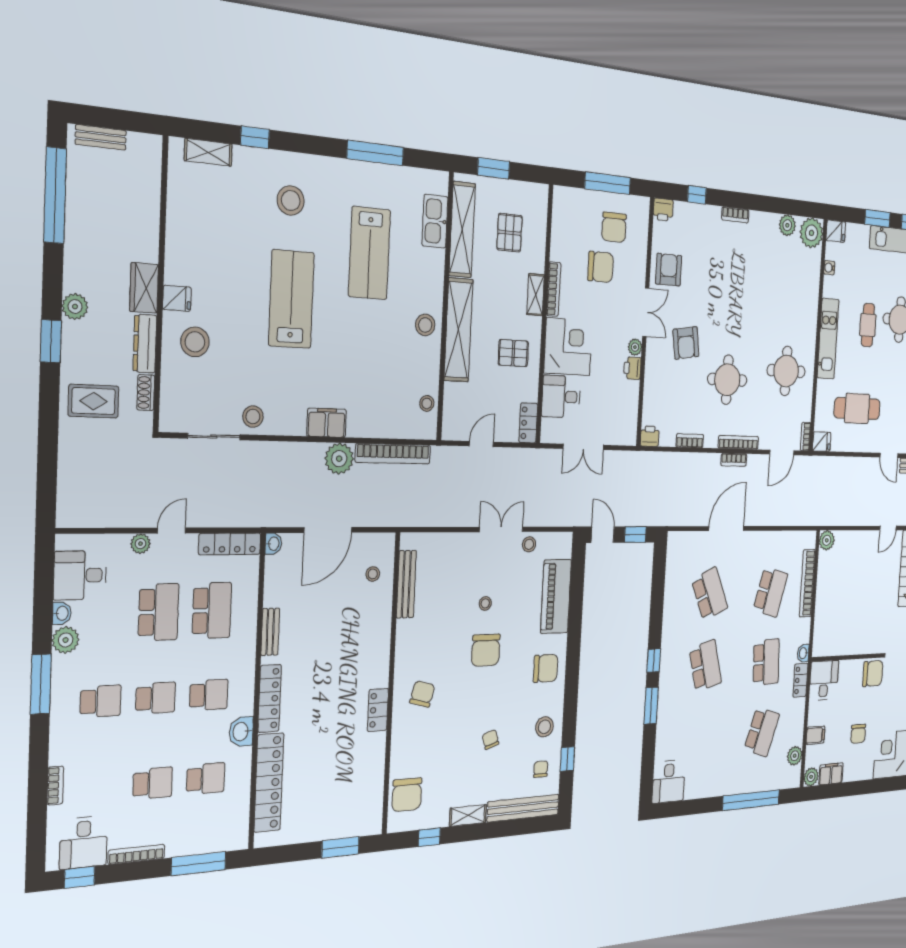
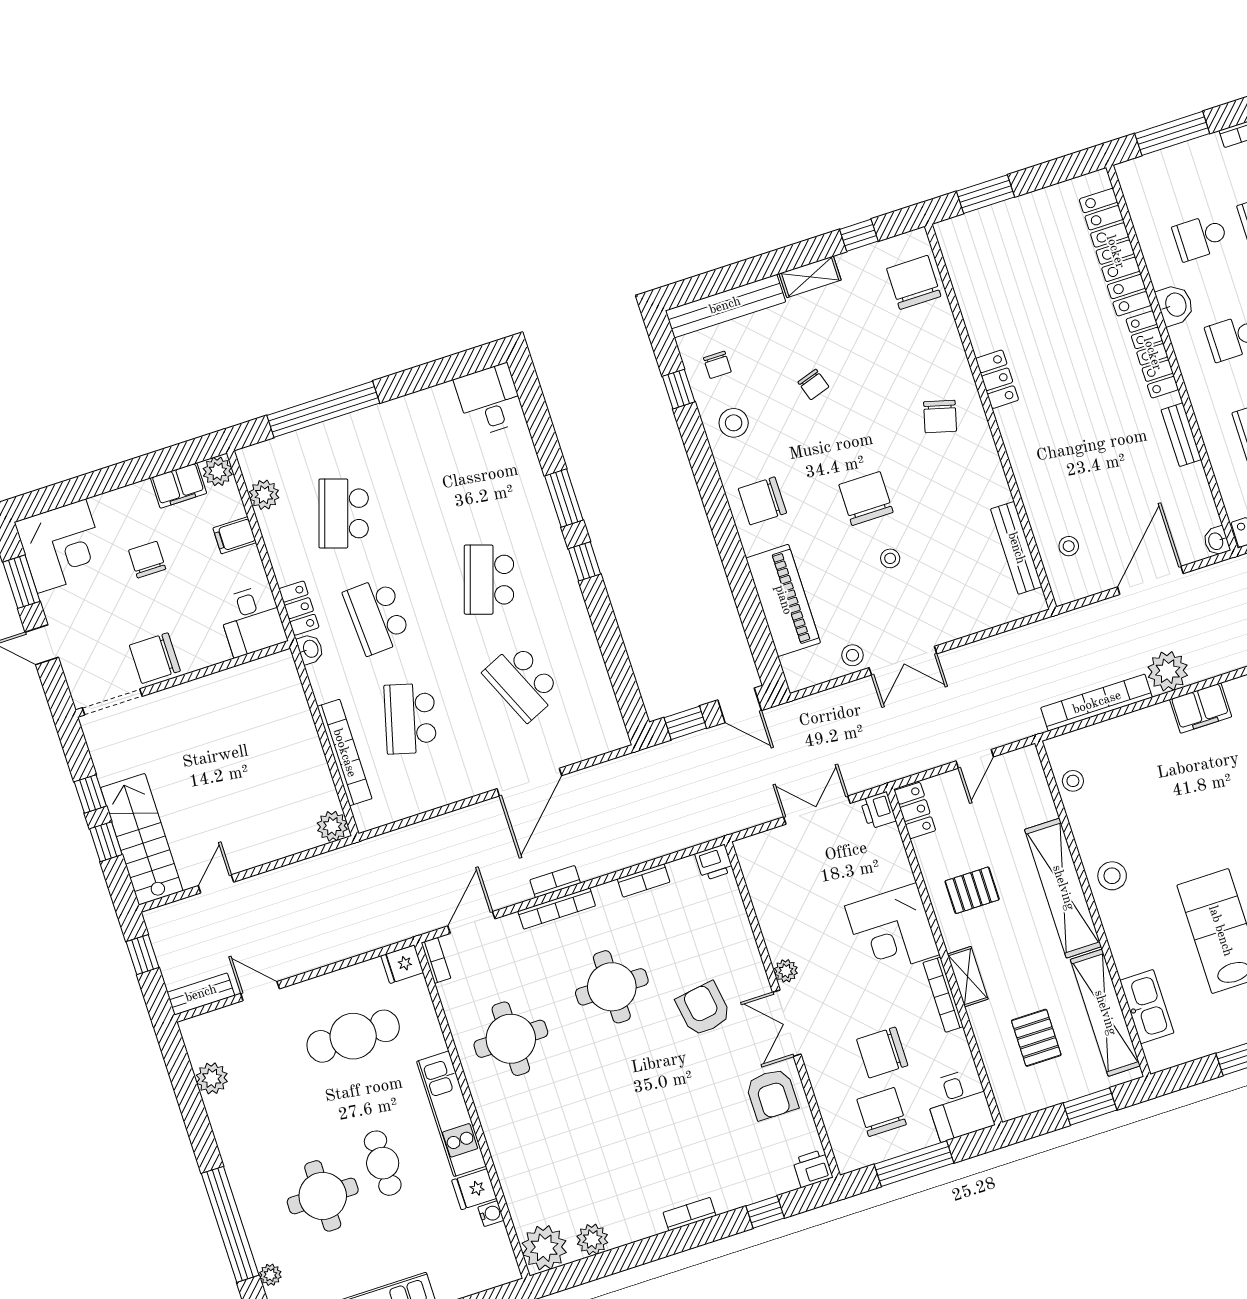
fridge: (836, 231) -> (474, 1189), moved
printer: (632, 368) -> (878, 810), moved, turned 180
desk: (561, 397) -> (959, 1105), moved, turned 90
school desk: (705, 666) -> (489, 580), turned 33

